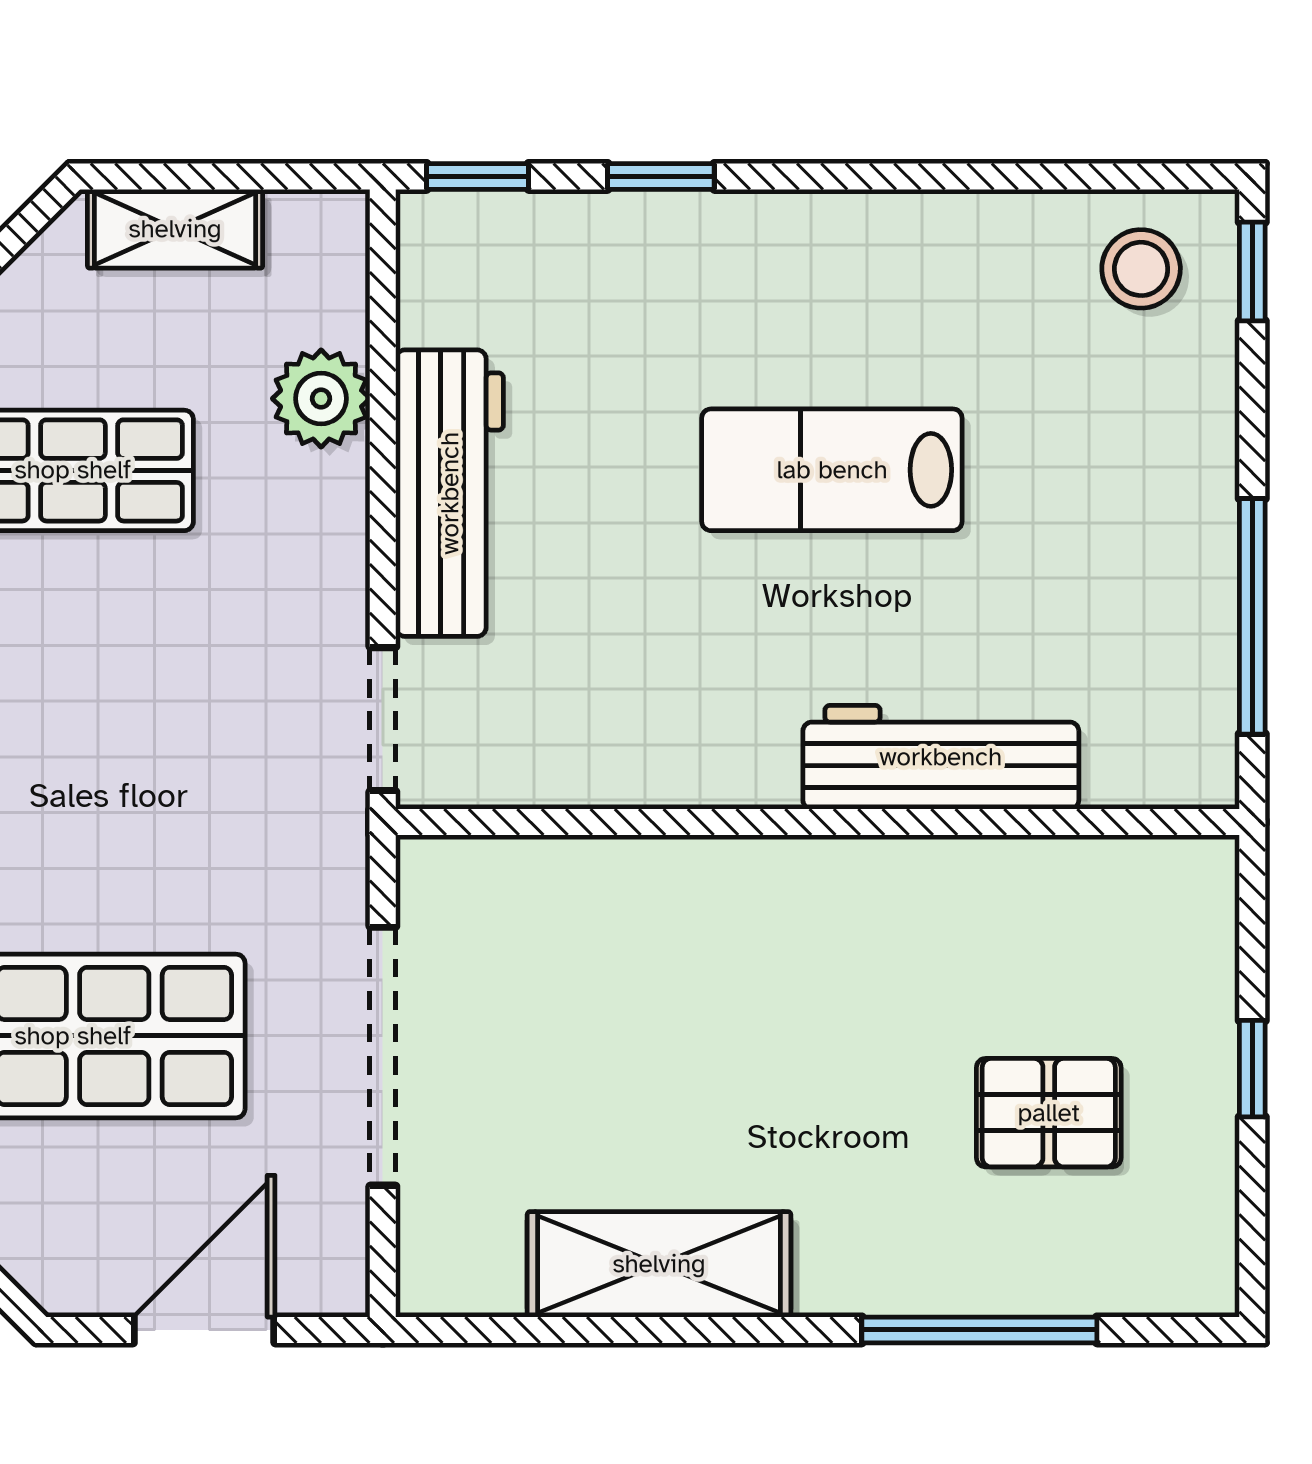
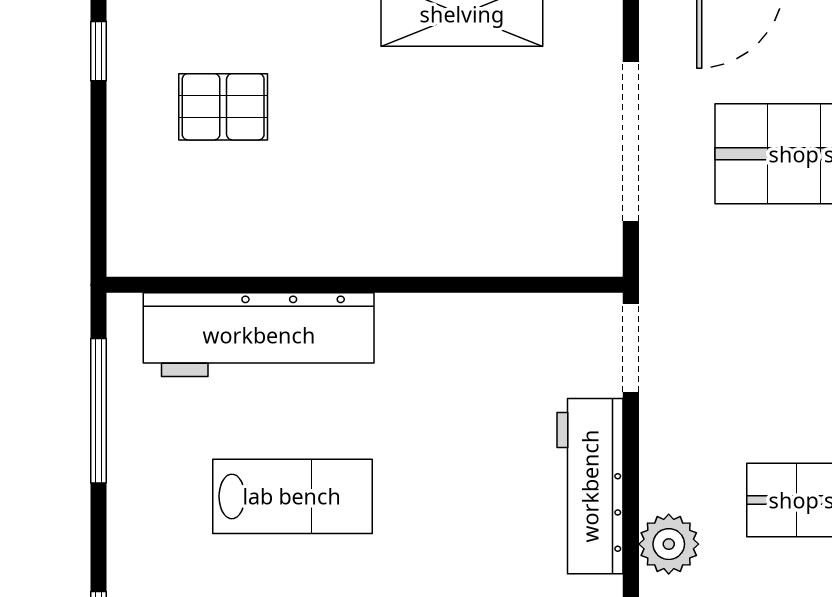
lab bench: (832, 470) -> (292, 496), moved
workbench: (941, 757) -> (259, 335), width x1.36, depth x1.32
window: (1252, 1069) -> (99, 51), moved

